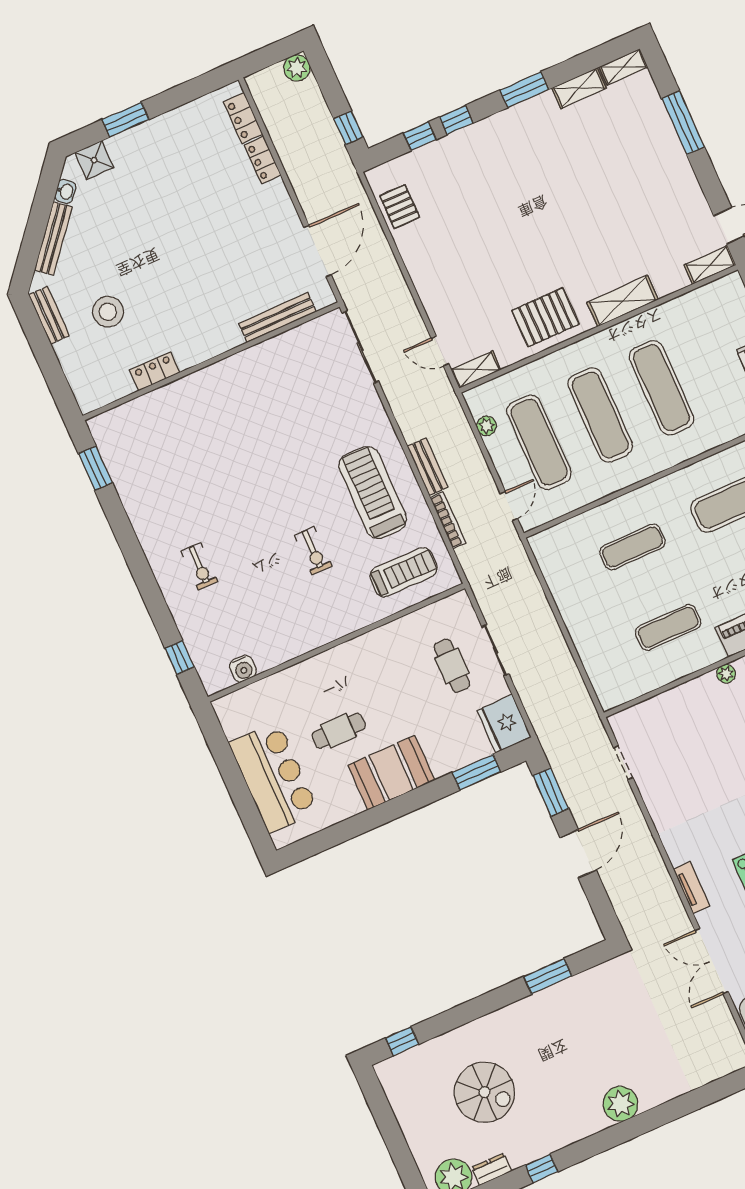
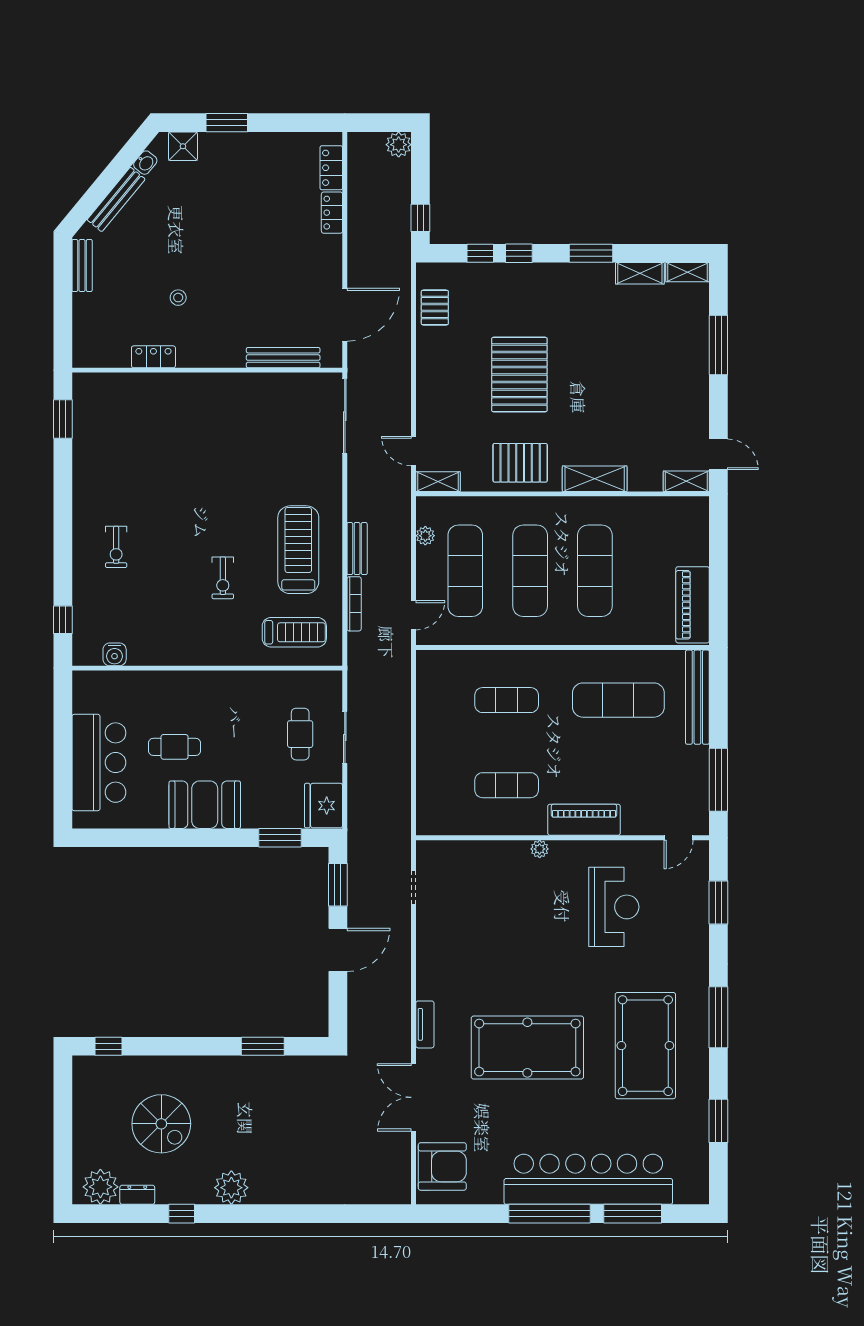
pallet: (508, 234) -> (519, 375), added
stool: (108, 312) -> (178, 298), moved, width x0.53, depth x0.53
plant: (620, 1104) -> (231, 1188), moved

